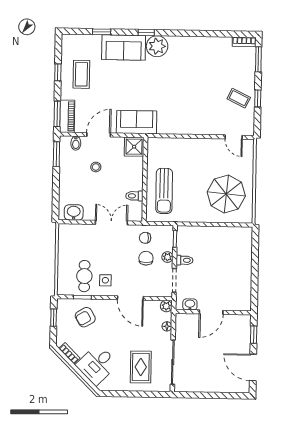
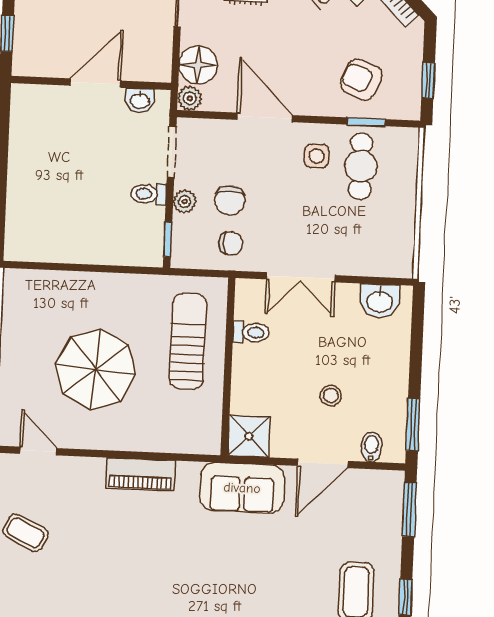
piano: (67, 116) -> (141, 474), moved, turned -90
parasol: (226, 194) -> (96, 369), moved
armchair: (85, 317) -> (361, 79), turned -128
floor lamp: (167, 326) -> (198, 65), width x1.89, depth x1.89

